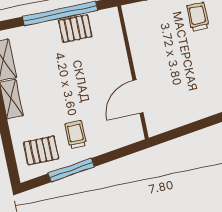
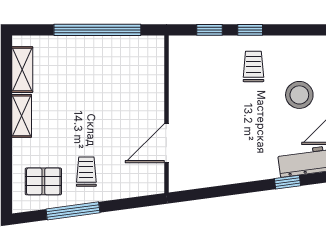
pallet: (75, 29) -> (111, 51), removed

